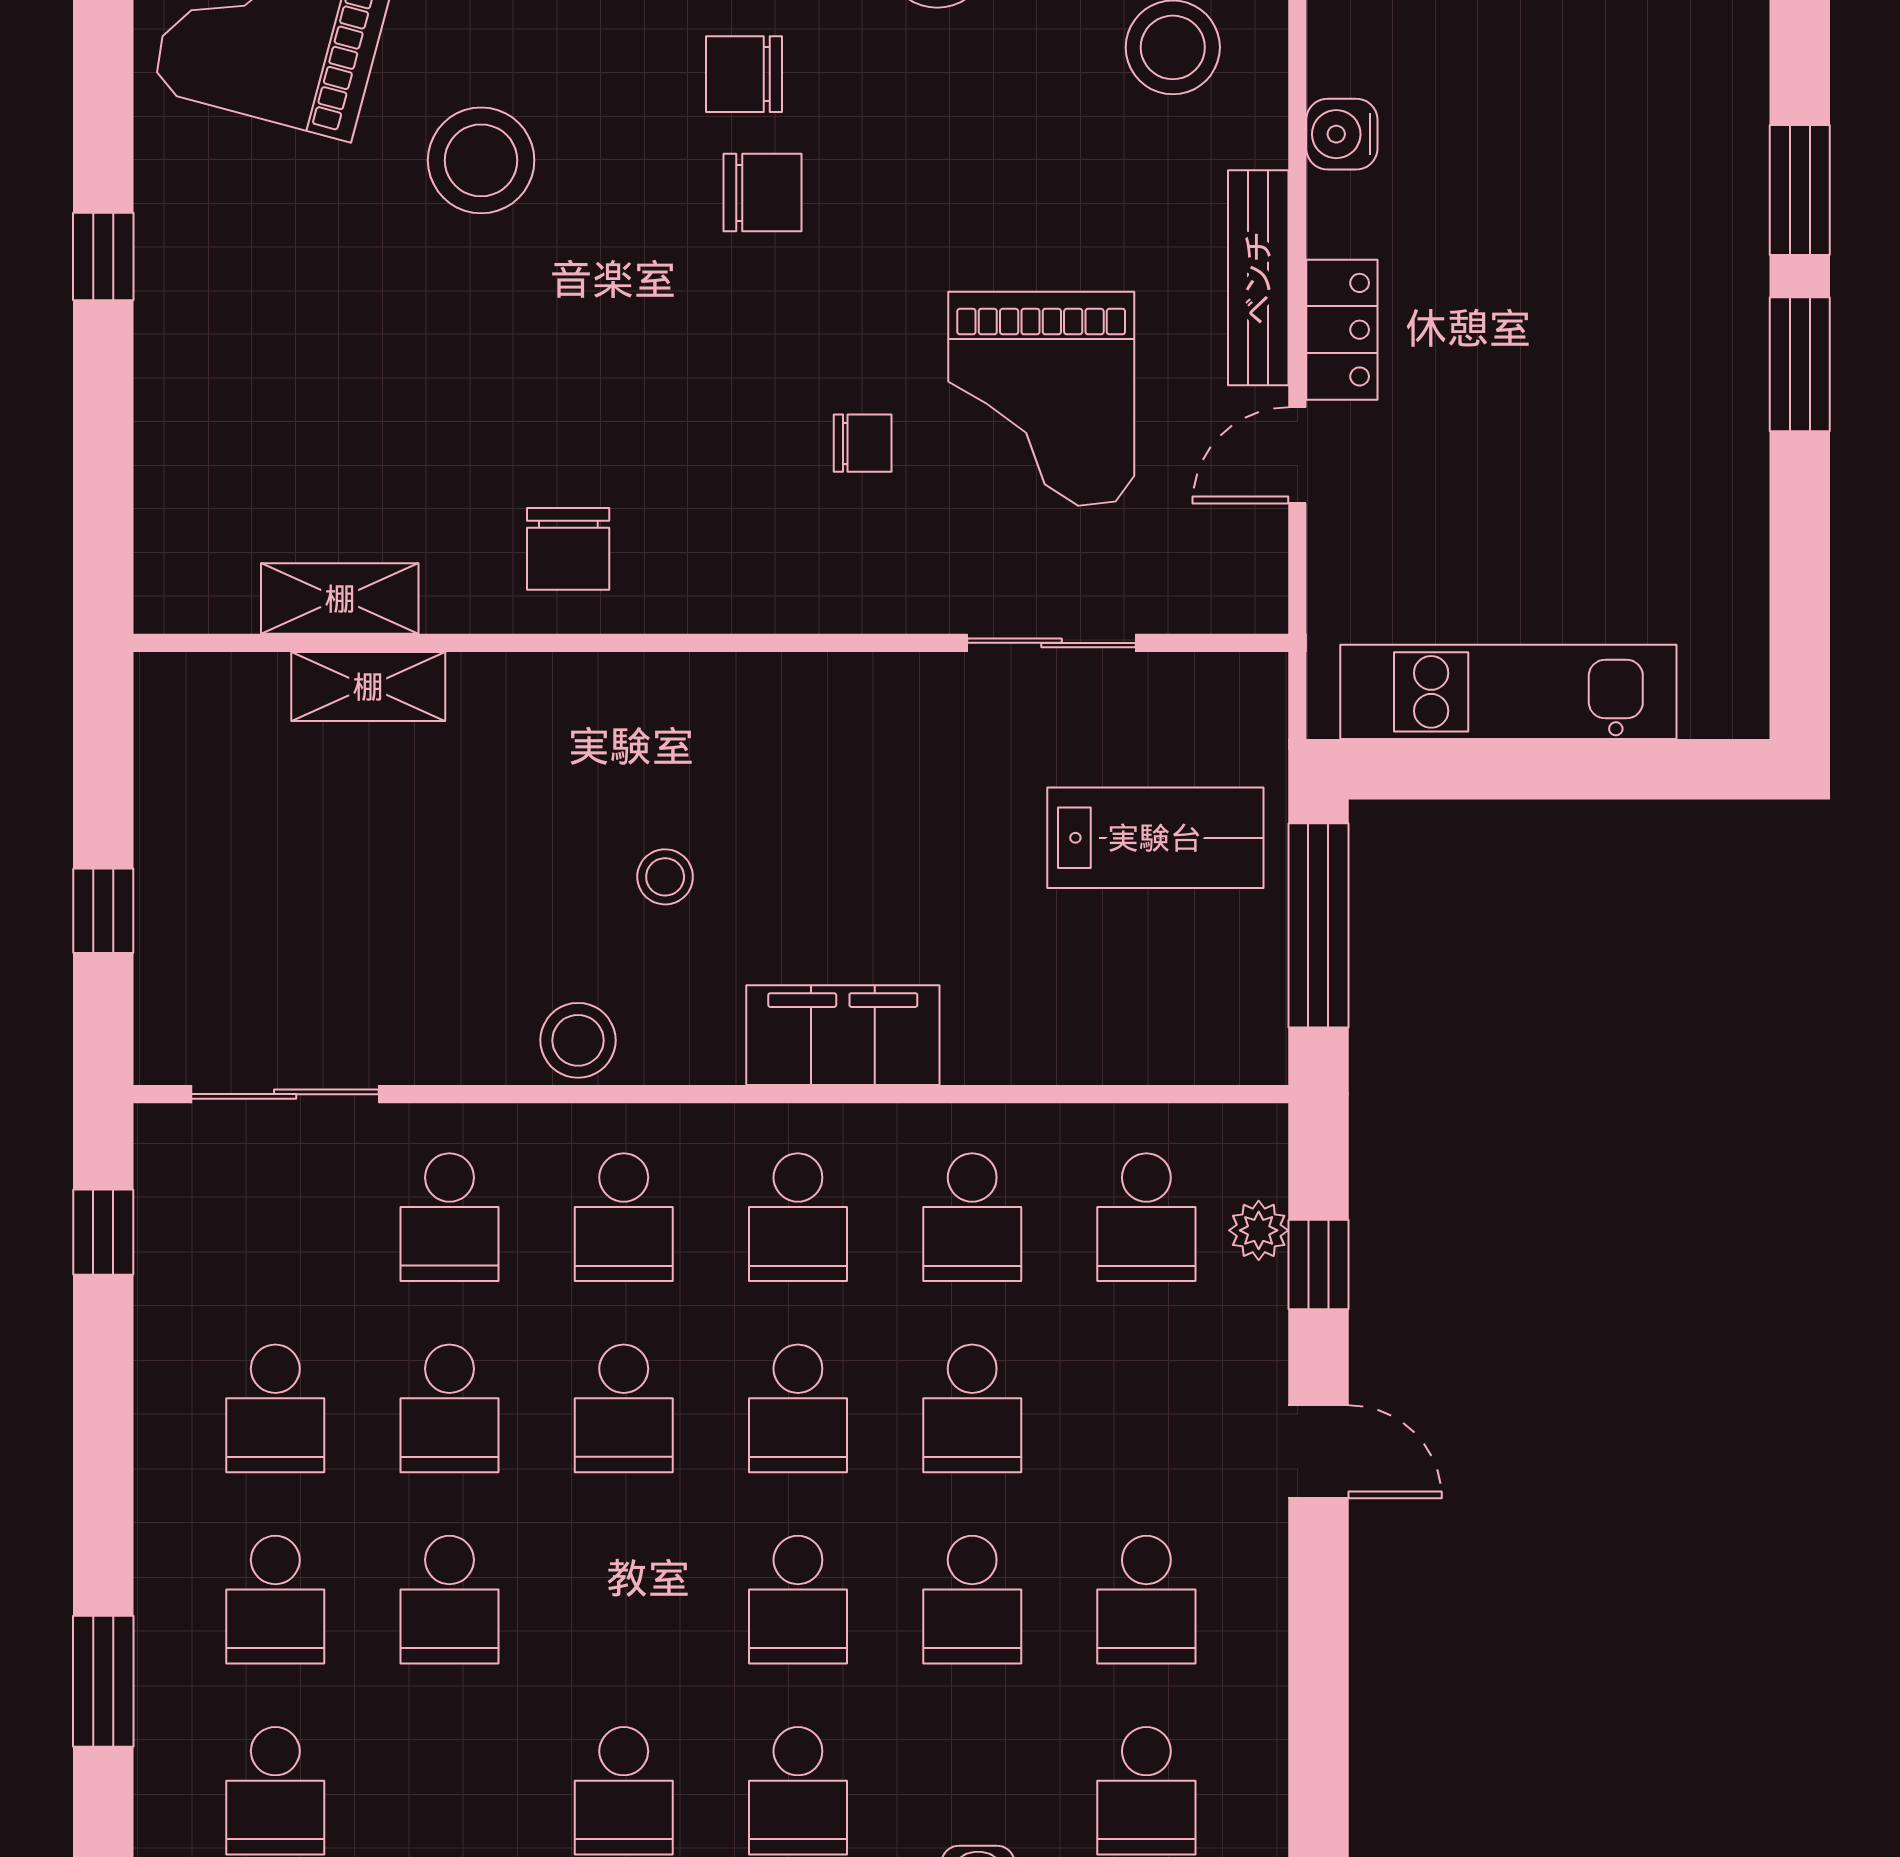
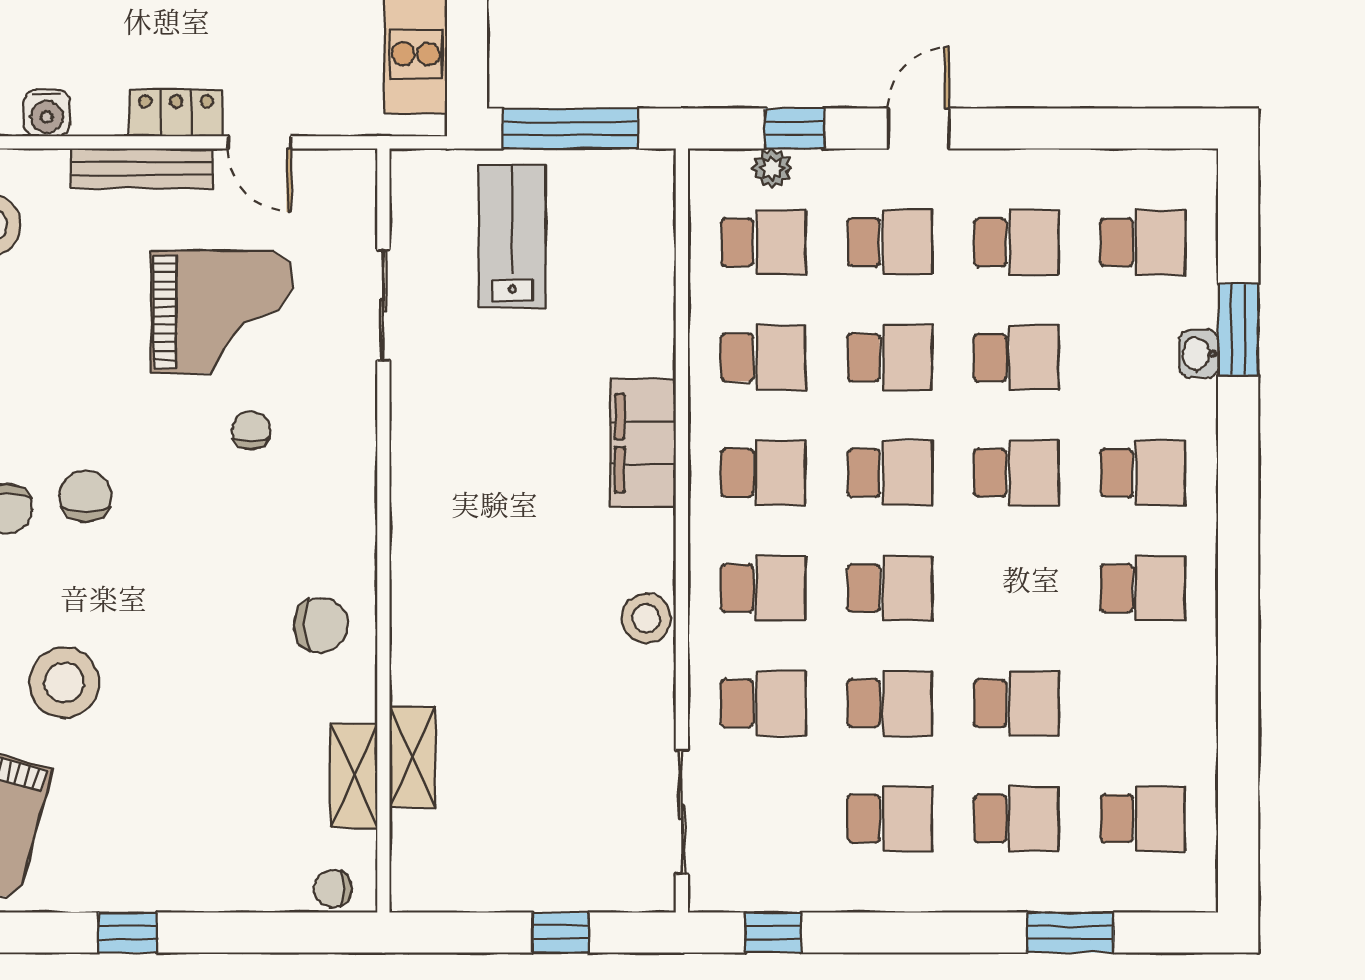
chair: (169, 566) -> (333, 889), added
stool: (665, 877) -> (538, 561), removed
school desk: (1146, 1408) -> (890, 242), added

